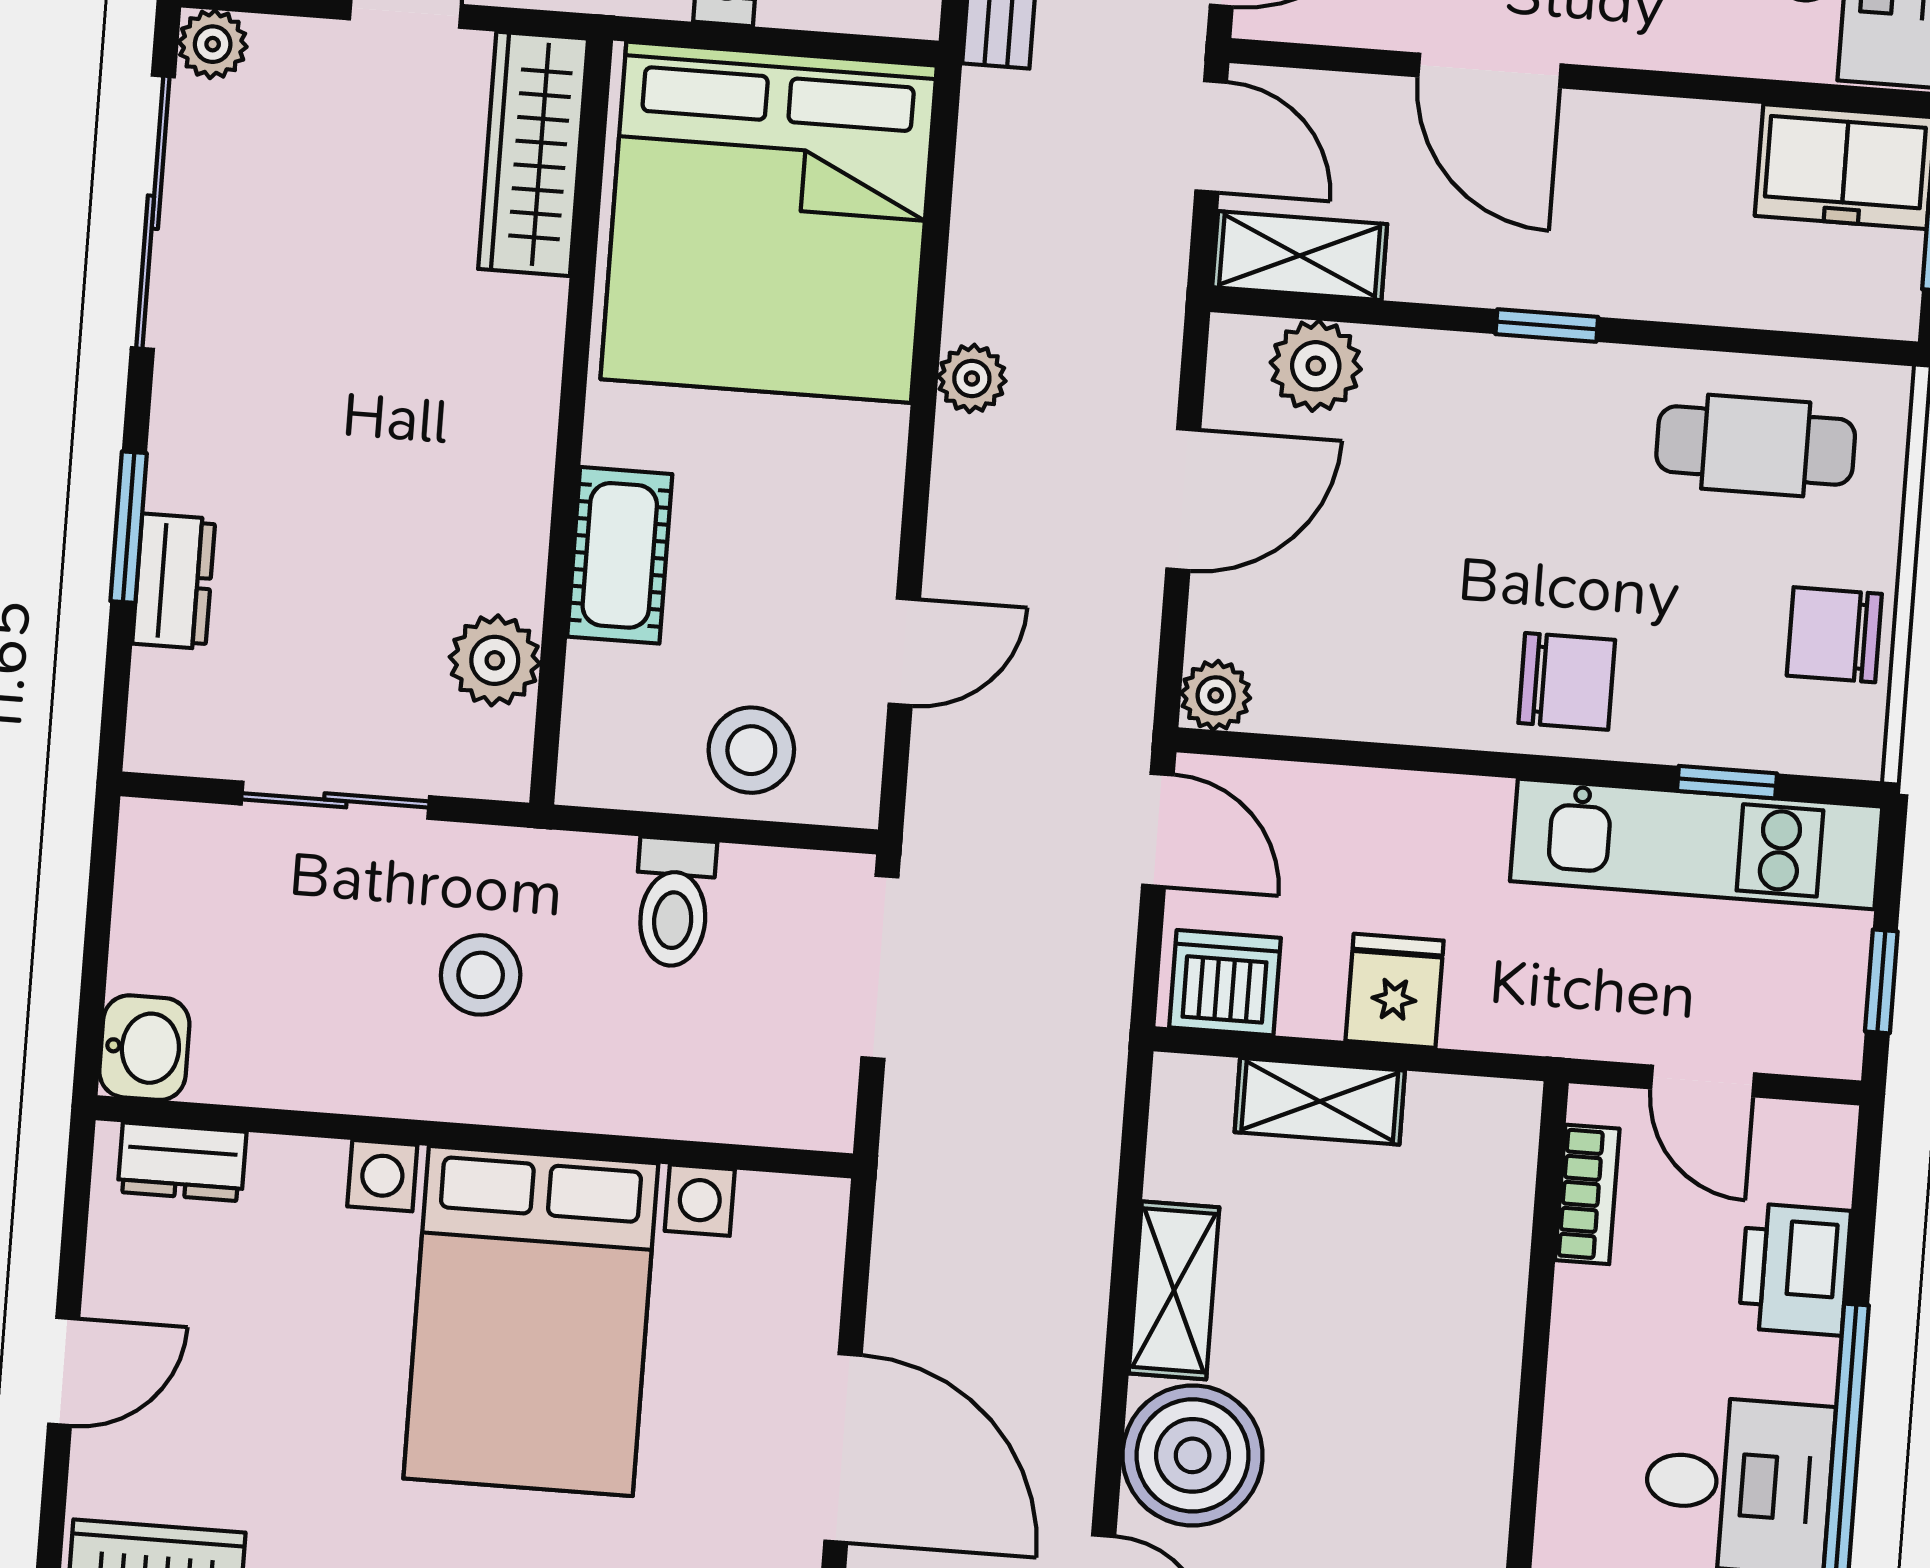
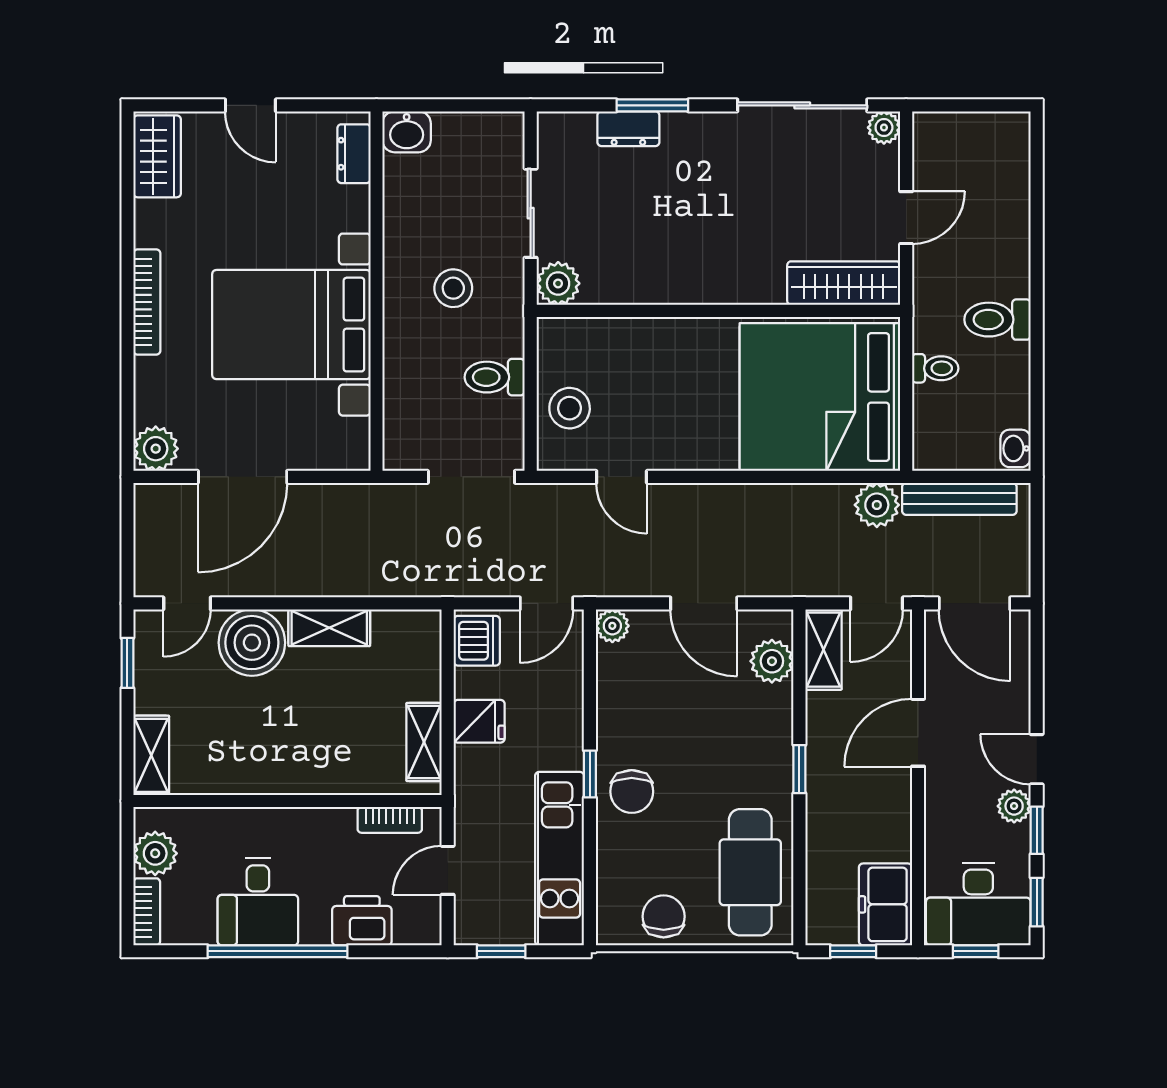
plant: (972, 378) -> (877, 505), moved, width x1.38, depth x1.38
cafe table: (1756, 446) -> (750, 872), width x1.37, depth x1.35
cot: (620, 555) -> (657, 339), removed
plant: (495, 660) -> (558, 283), moved
window: (1727, 782) -> (590, 774), moved
shelving: (1320, 1101) -> (424, 742), moved

